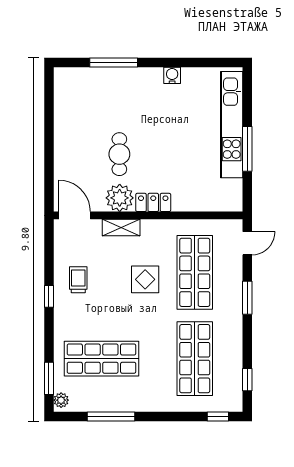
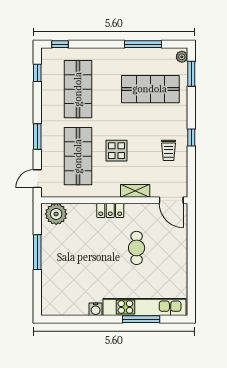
kitchen unit: (232, 125) -> (144, 307), moved, turned -90
plant: (120, 198) -> (56, 214), moved

